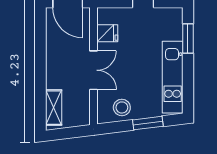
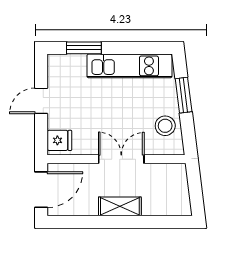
fridge: (107, 33) -> (59, 140), moved, turned 90
shelving: (54, 108) -> (120, 206), moved

